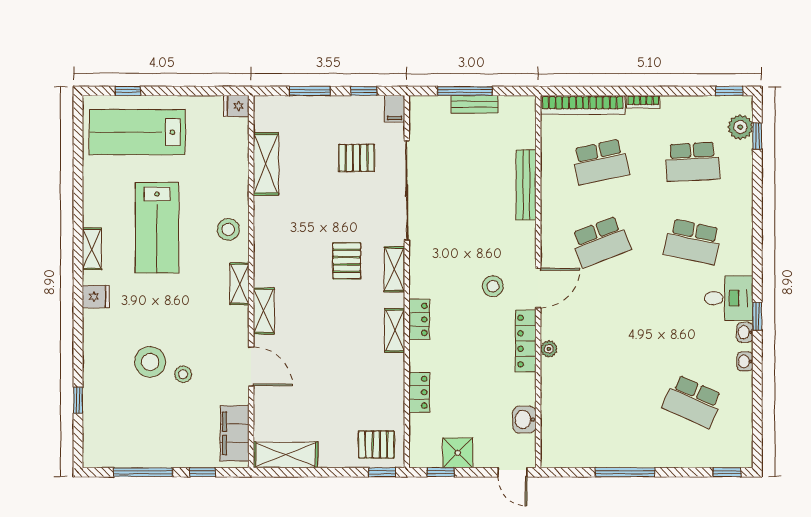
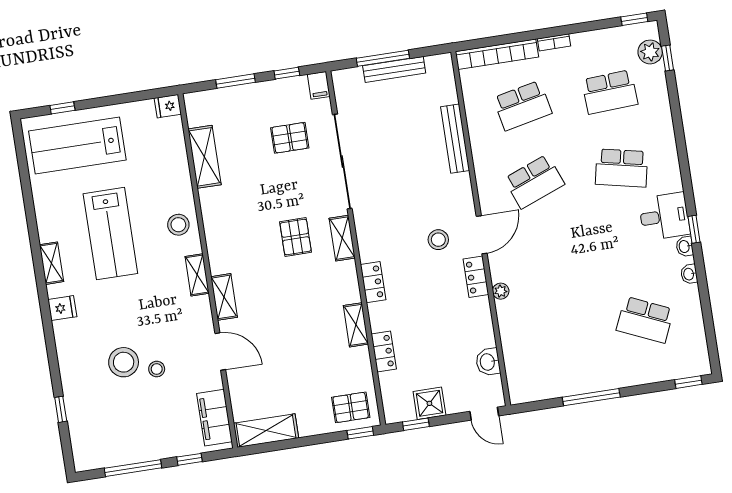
bench: (475, 104) -> (394, 69), width x1.36
shelving: (395, 330) -> (356, 325), moved
locker: (526, 341) -> (476, 277), width x0.66

